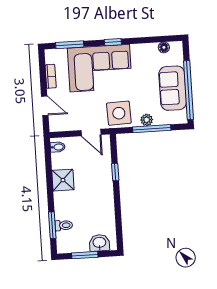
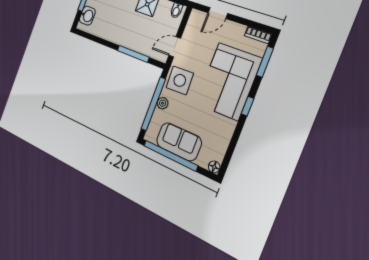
floor lamp: (164, 47) -> (214, 167), moved
bookcase: (51, 76) -> (258, 35), moved
window: (152, 129) -> (153, 104), width x1.46
window: (115, 172) -> (133, 54), width x2.17

